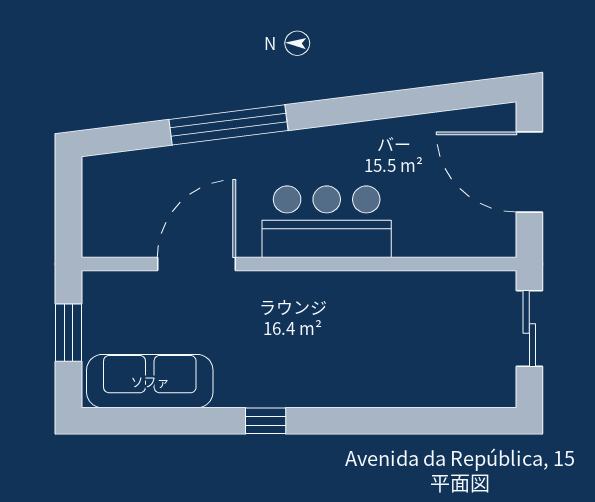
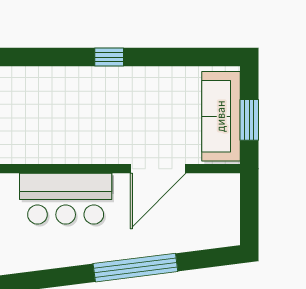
sofa: (150, 381) -> (221, 116), moved, turned 90

